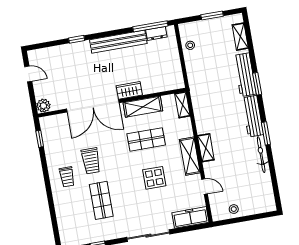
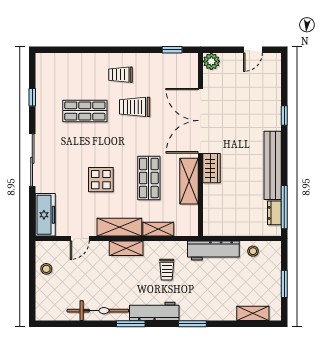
workbench: (245, 75) -> (213, 250), moved, turned 180
shelving: (182, 105) -> (158, 229), moved
trolley: (217, 112) -> (167, 270), added
bicycle: (261, 155) -> (98, 311), width x1.37, depth x1.40

